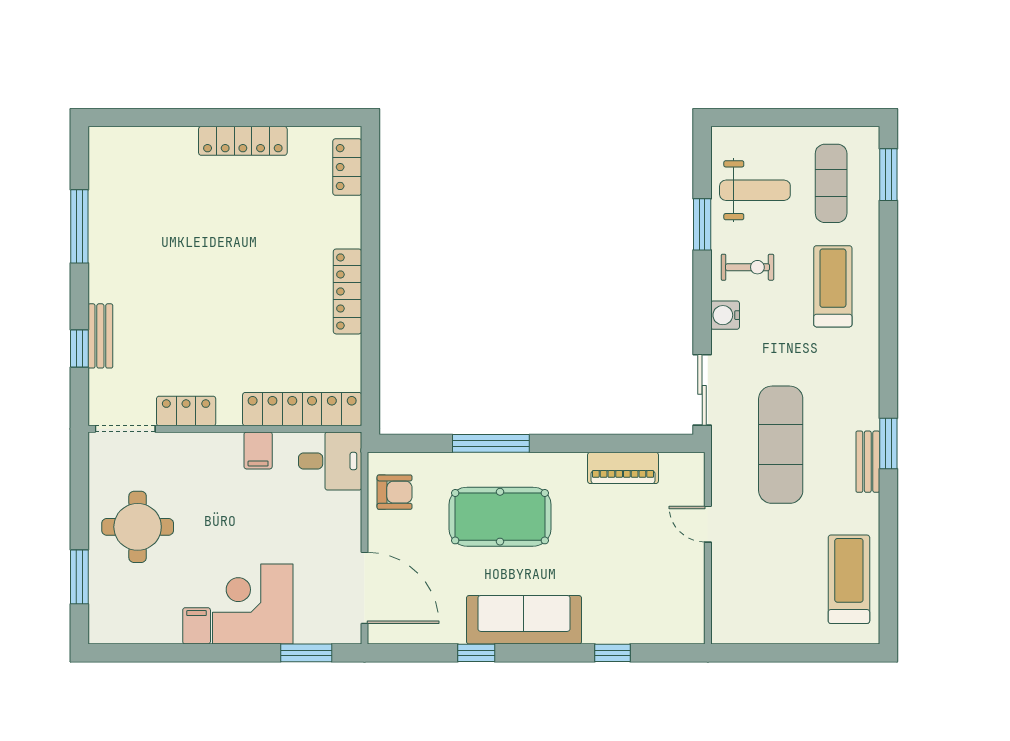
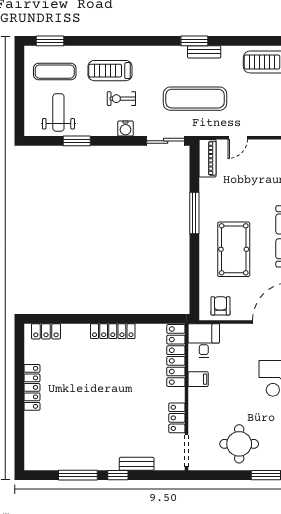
exercise bike: (748, 267) -> (121, 99), moved, turned -90
window: (79, 349) -> (118, 475), moved
window: (491, 443) -> (194, 213), moved
piano: (623, 468) -> (208, 158), moved

